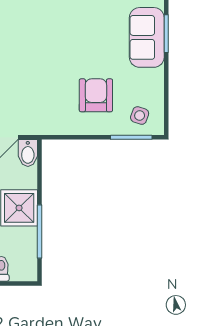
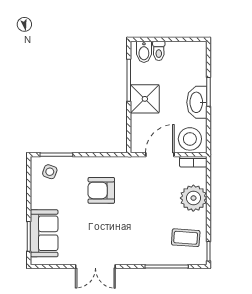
armchair: (96, 95) -> (101, 190), moved, turned 90
bidet: (28, 153) -> (144, 52), moved, turned 180

